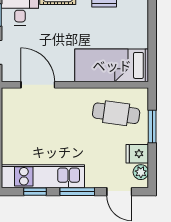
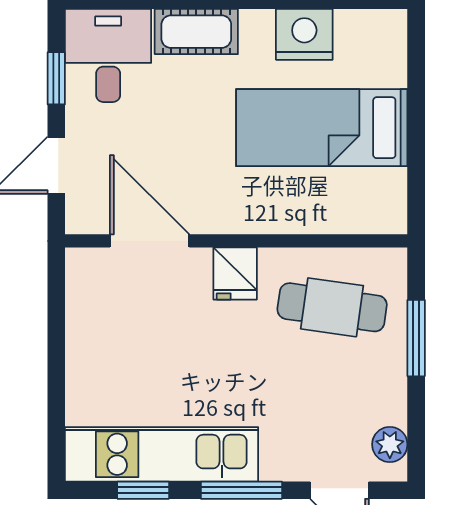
bed: (112, 65) -> (322, 128), moved
fridge: (137, 154) -> (235, 273), moved, turned -90

